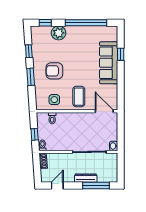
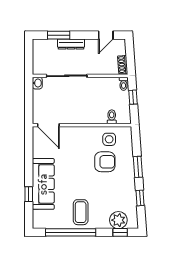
plant: (59, 33) -> (118, 220), moved
armchair: (54, 71) -> (105, 162), moved
coffee table: (79, 97) -> (81, 212), moved
window: (96, 186) -> (59, 35), width x0.69

